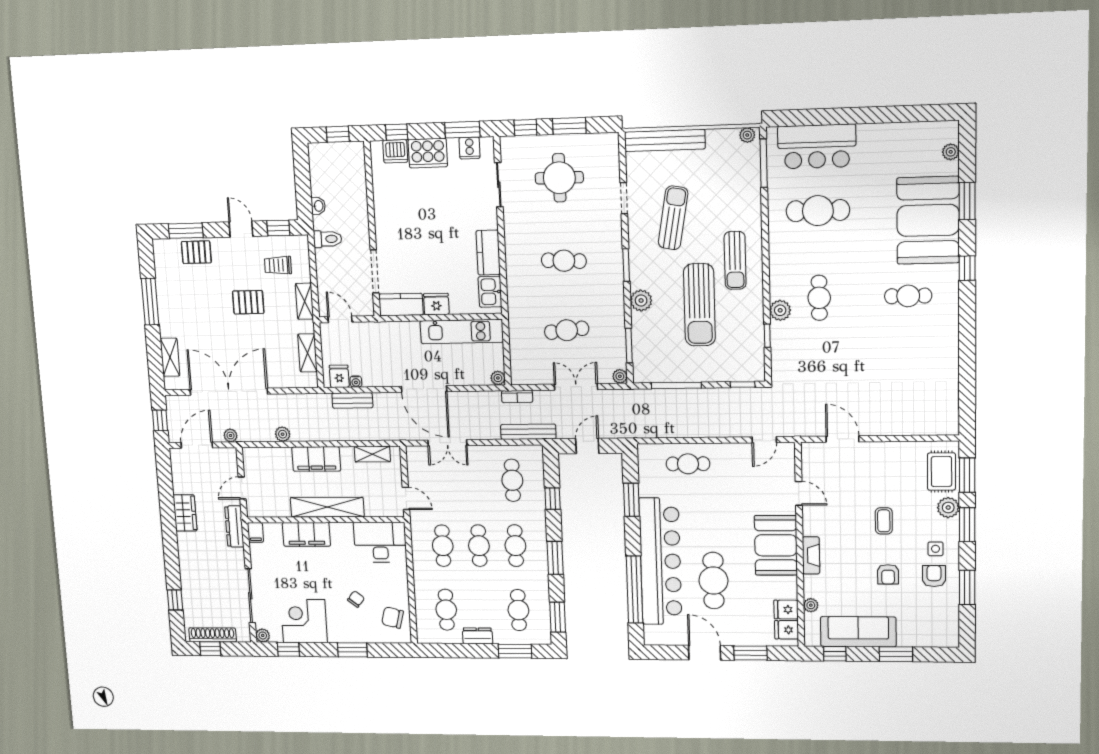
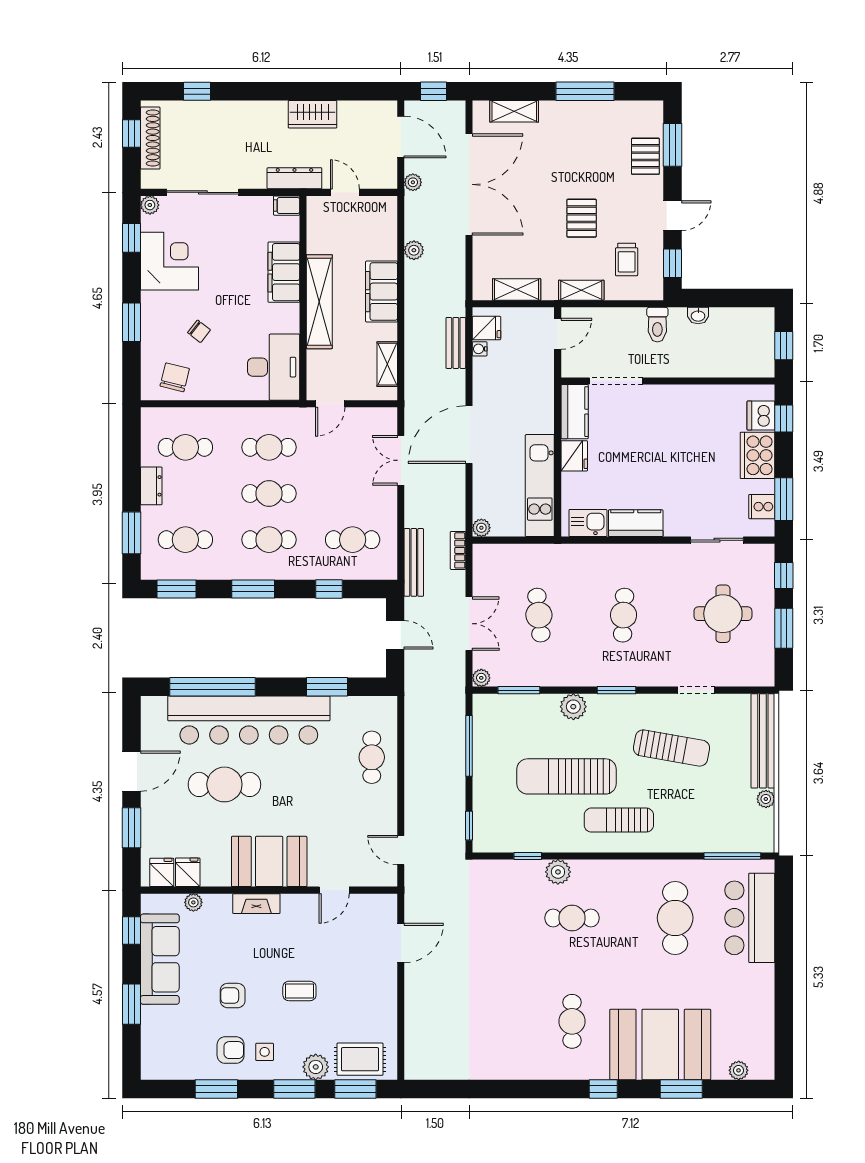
plant: (747, 135) -> (766, 799), moved
trolley: (278, 265) -> (627, 260), turned 180

